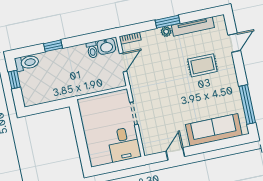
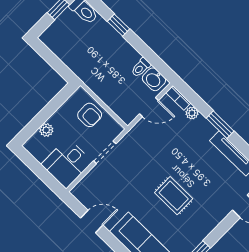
plant: (166, 32) -> (192, 113), moved
rug: (202, 65) -> (174, 196), moved
armchair: (101, 107) -> (90, 115), added
plant: (92, 143) -> (46, 130), added

